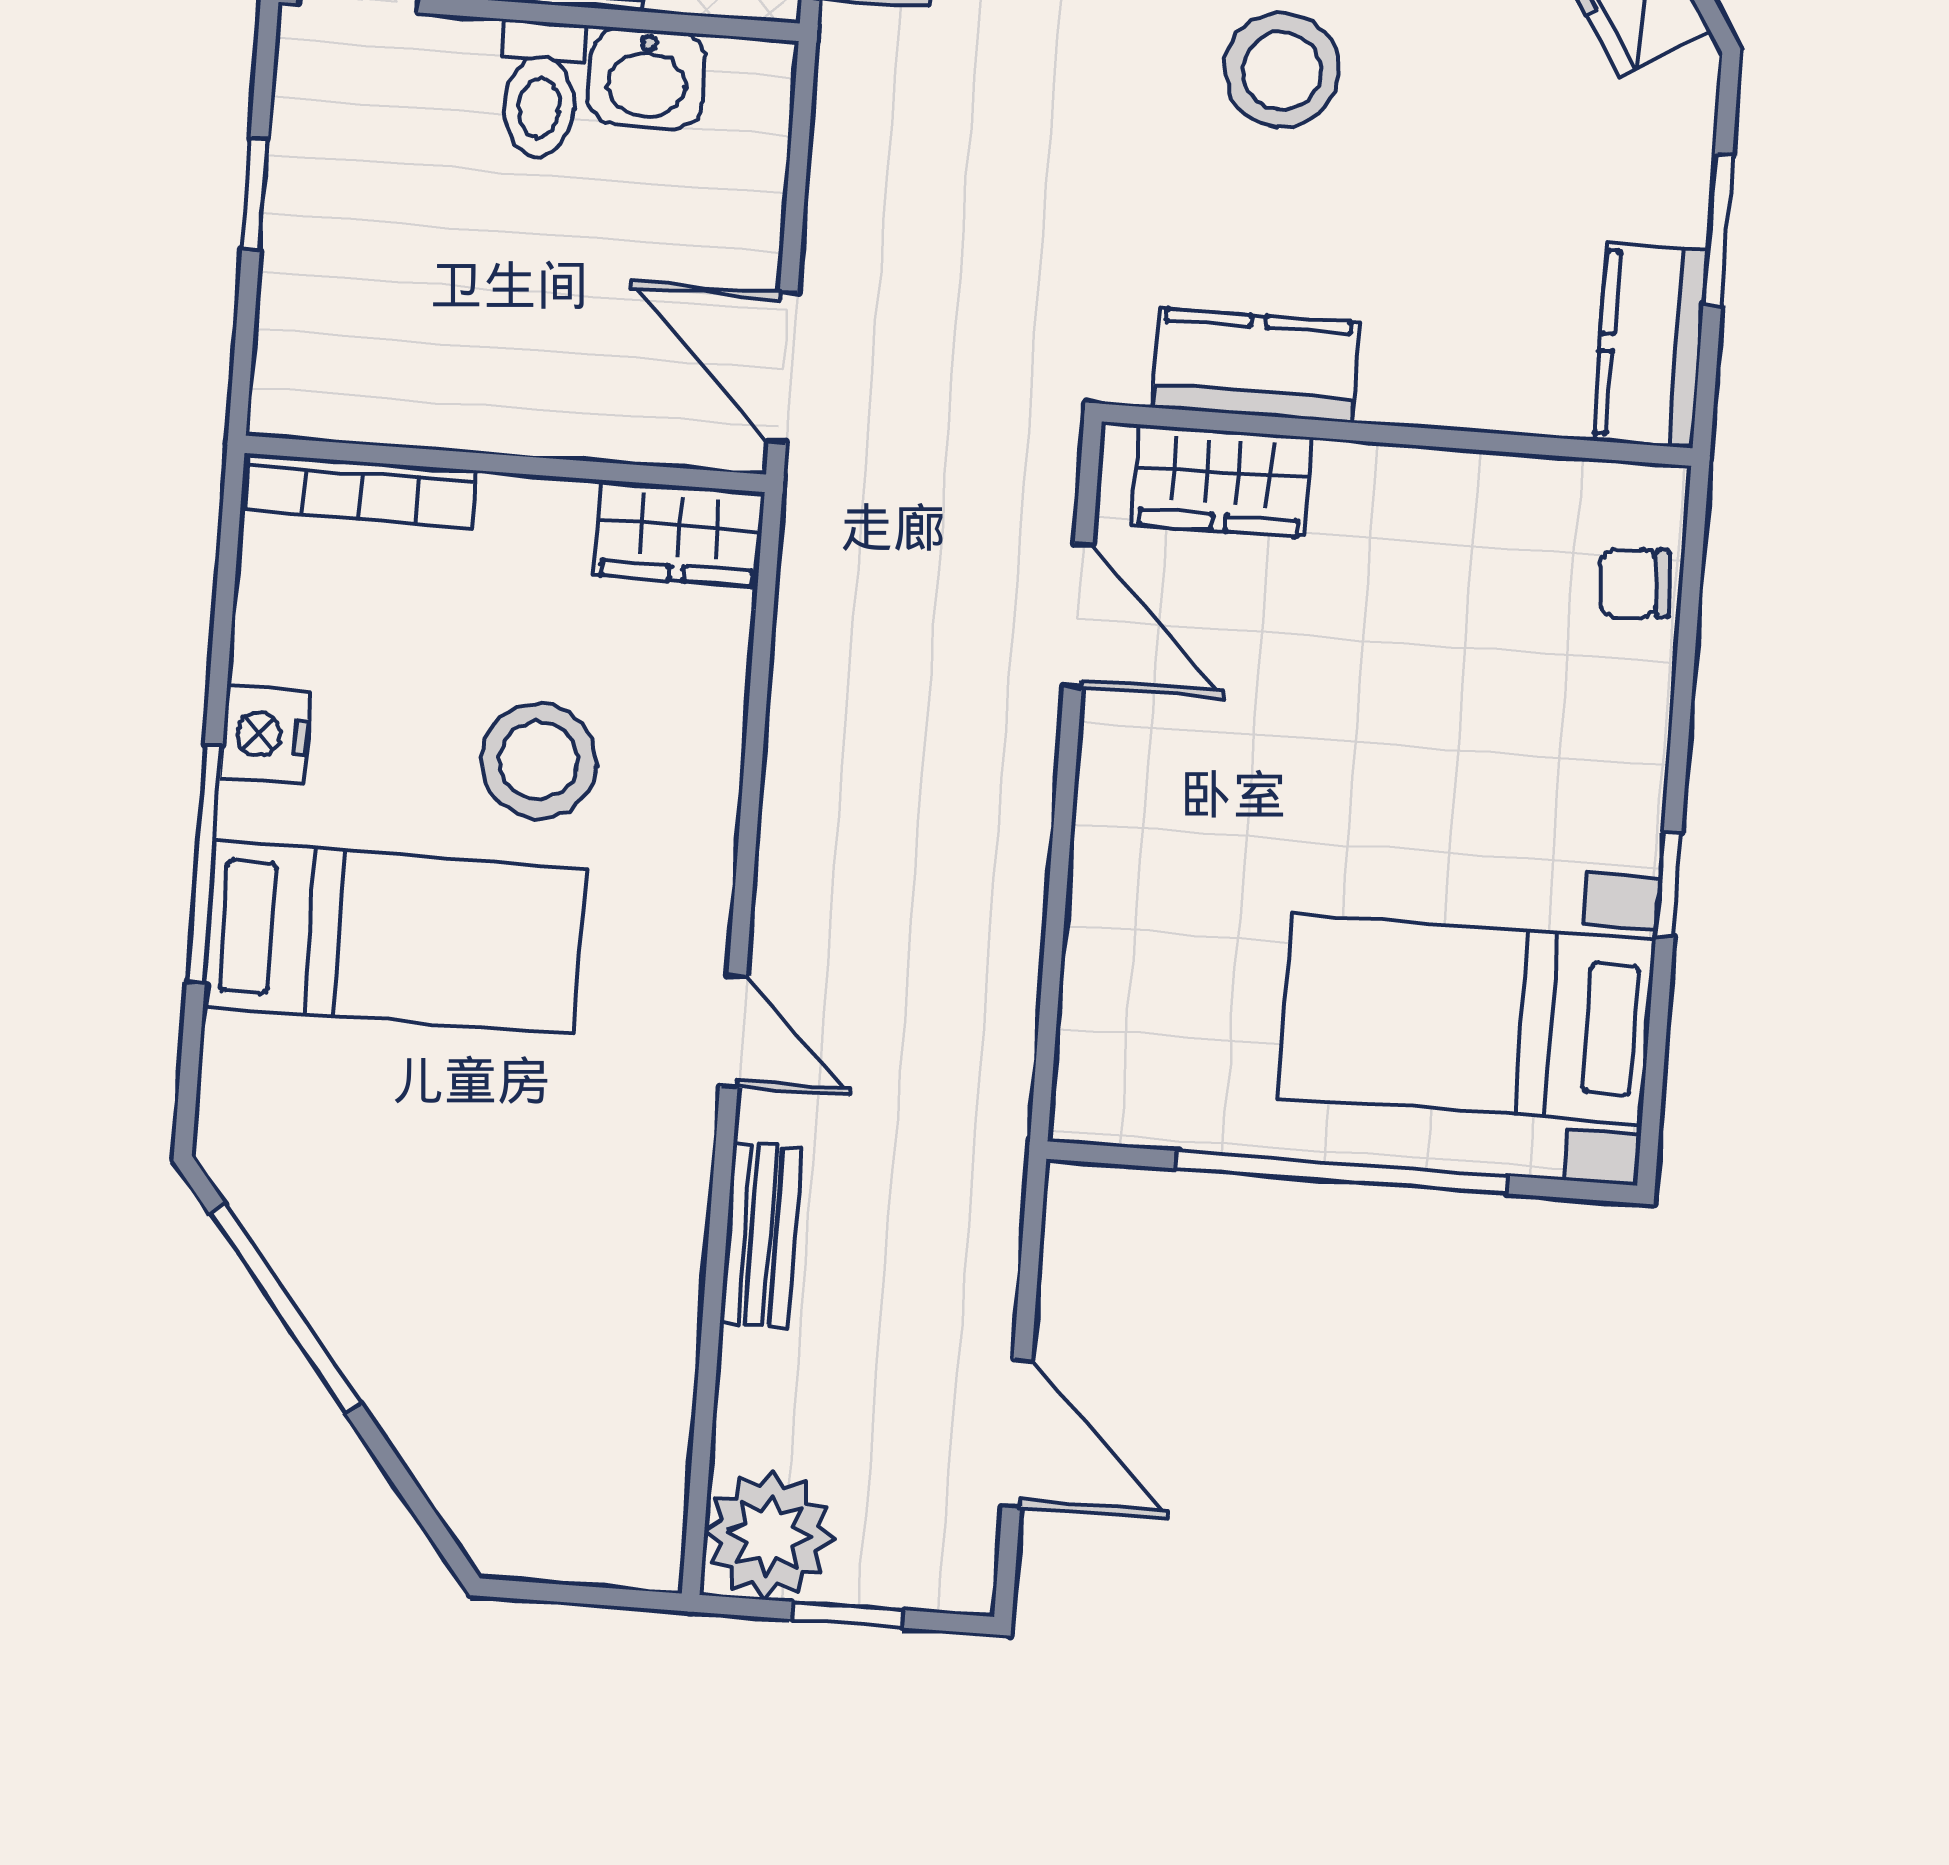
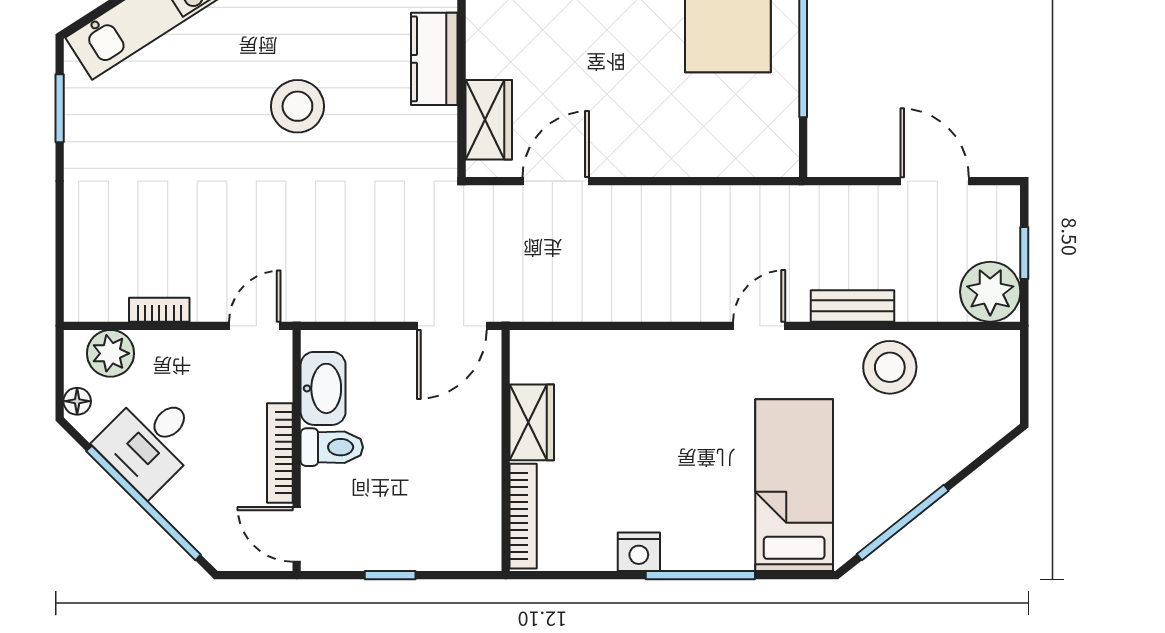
washbasin: (647, 78) -> (323, 388), width x1.38
kitchen counter: (1256, 365) -> (434, 59), moved
wardrobe: (679, 533) -> (532, 422), moved
stool: (538, 761) -> (890, 367), moved
bed: (394, 937) -> (794, 485), moved
door: (1017, 1433) -> (935, 181), hinge flipped

